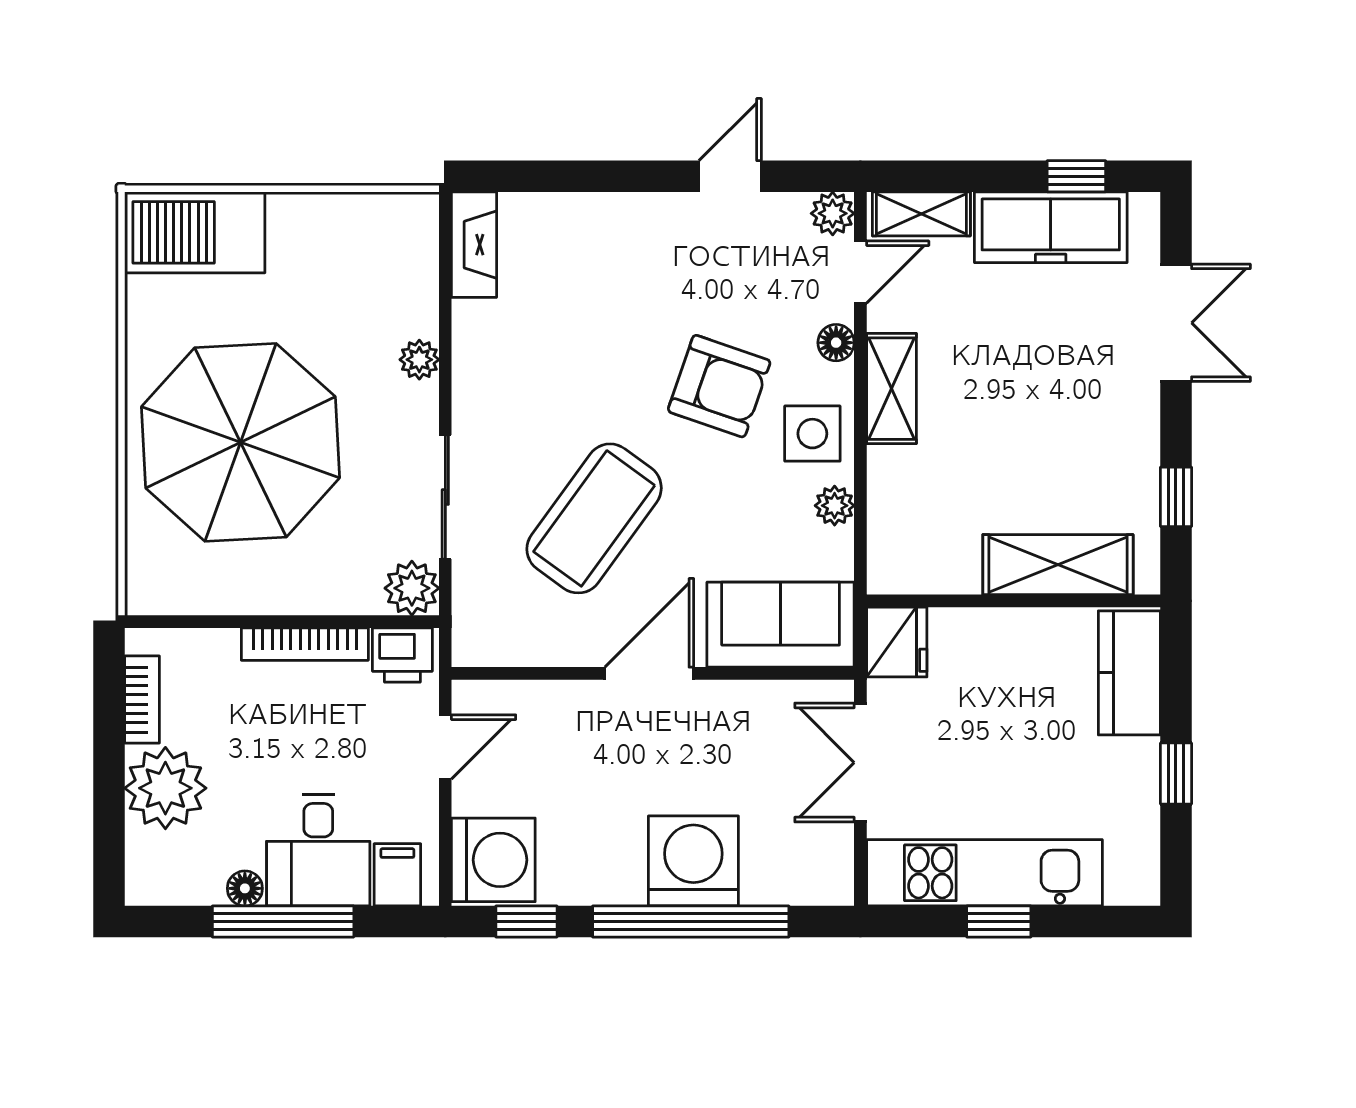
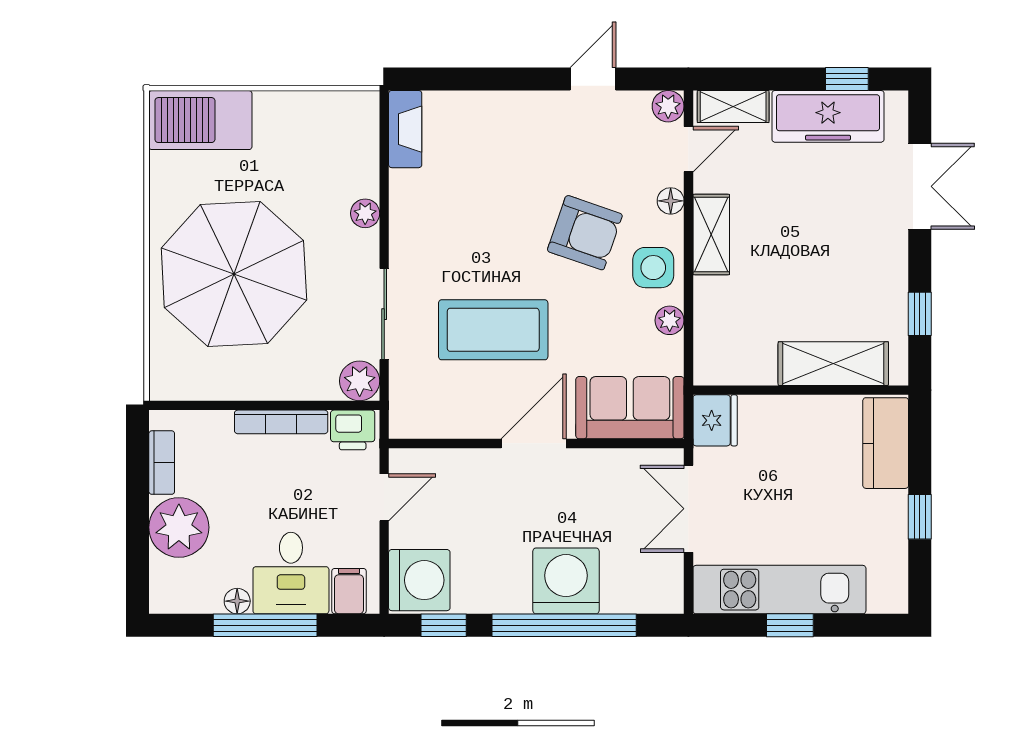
coffee table: (594, 518) -> (493, 330), turned 54

